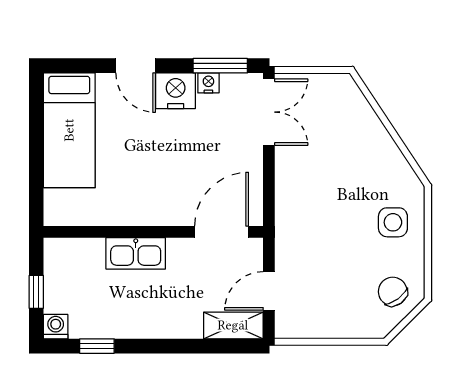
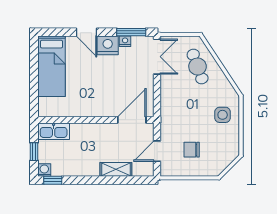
cafe table: (346, 131) -> (198, 67), added
kitchen sink: (136, 253) -> (54, 131), moved
chair: (393, 292) -> (192, 150), moved, turned -54
shelving: (233, 325) -> (116, 169), moved
window: (97, 346) -> (53, 180), moved

